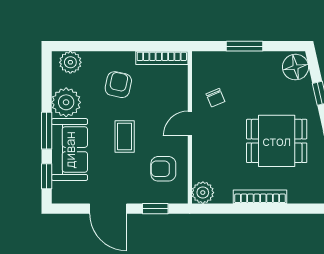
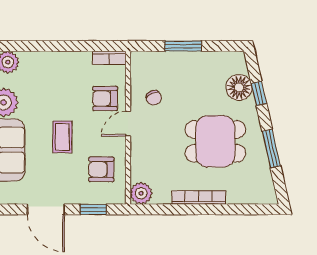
bookcase: (162, 58) -> (109, 58), width x0.64
floor lamp: (296, 67) -> (239, 87), moved
armchair: (118, 85) -> (105, 99), moved, turned -102

